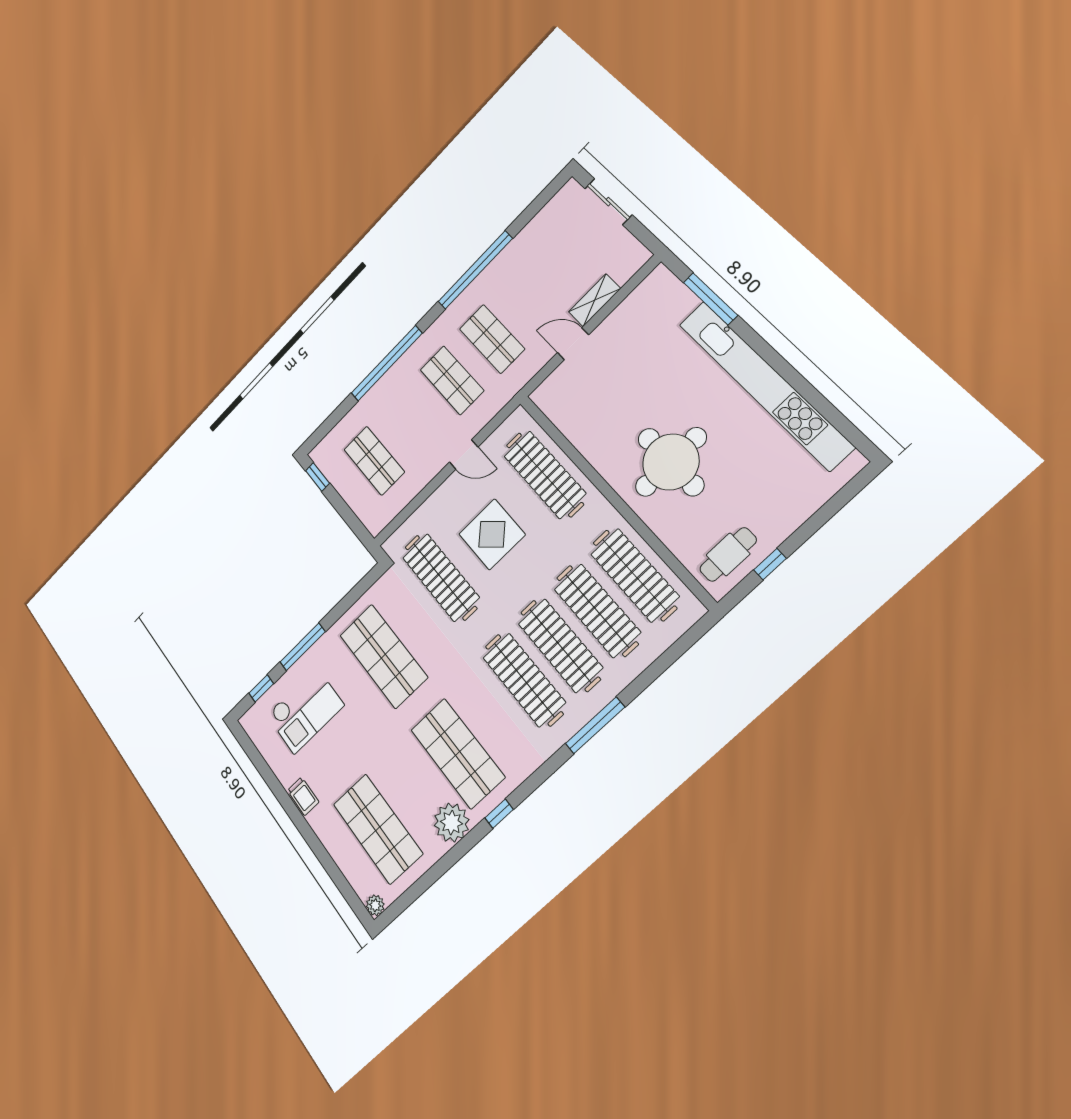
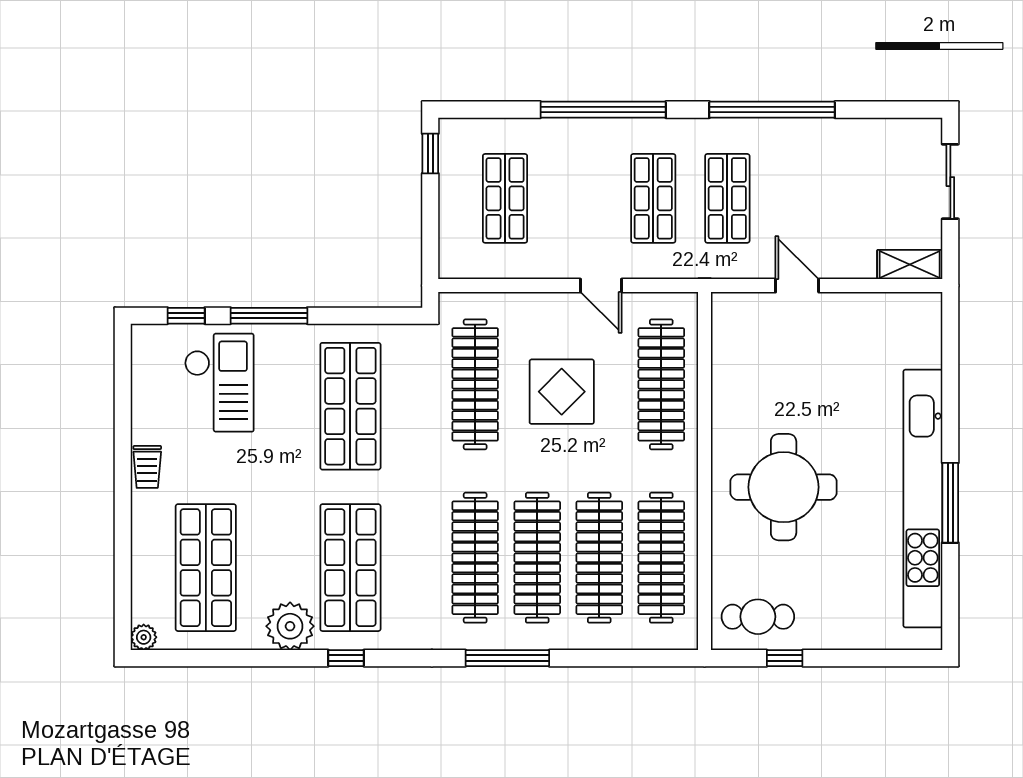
window: (710, 299) -> (950, 503), moved
shelving: (595, 300) -> (910, 265), moved
checkout: (305, 710) -> (219, 383), turned -90

